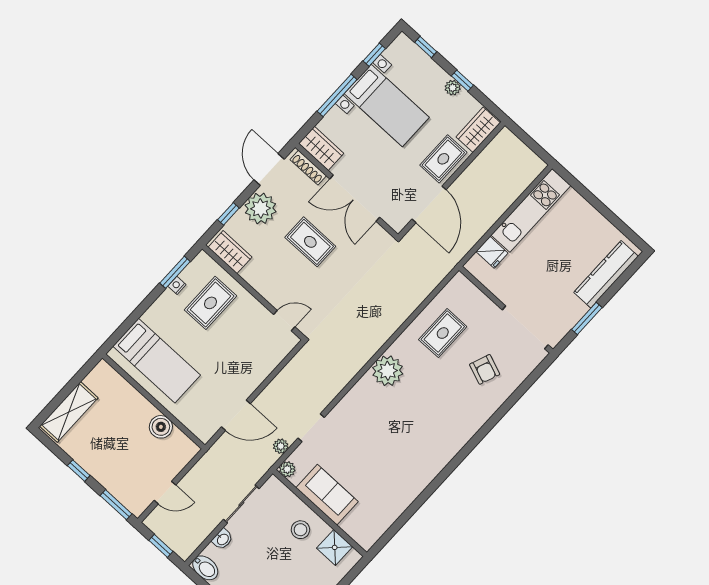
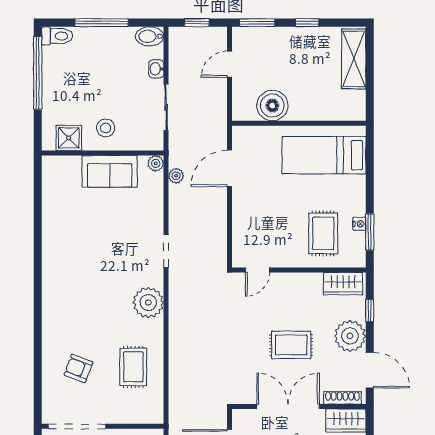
boiler: (161, 427) -> (272, 106), width x1.37, depth x1.37
doorway: (311, 428) -> (166, 251), moved

